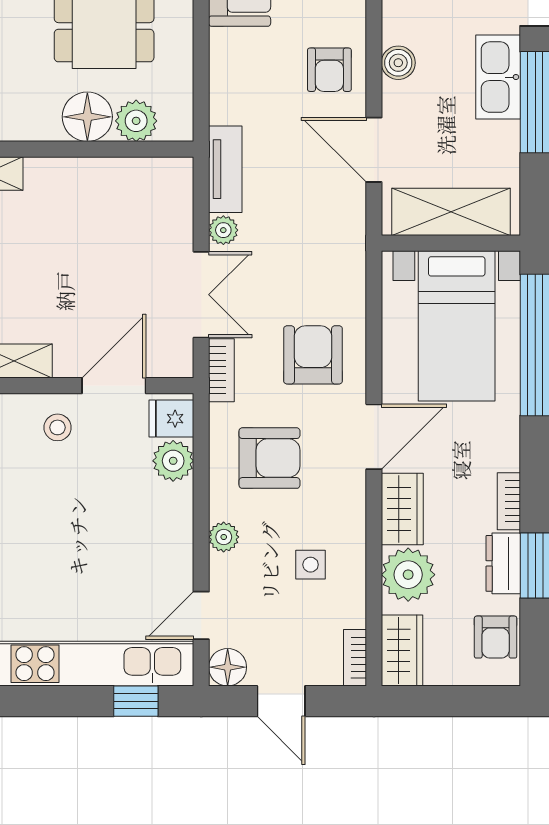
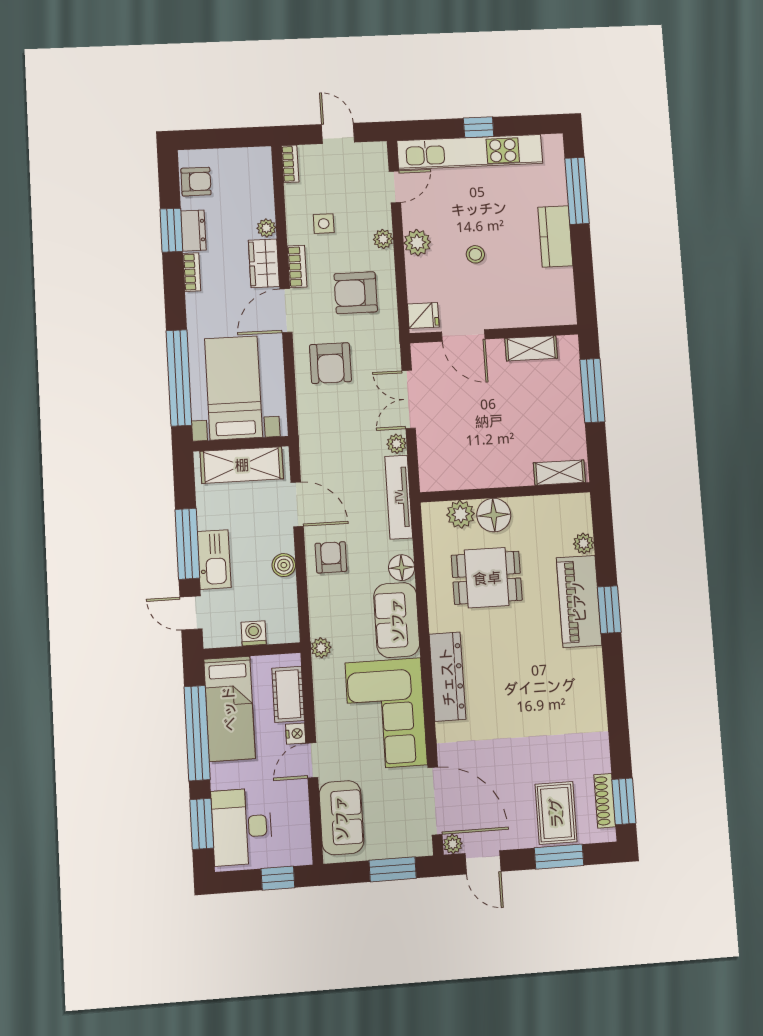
tv unit: (225, 169) -> (399, 497), width x1.41
bookcase: (221, 370) -> (297, 267), moved, turned 180
door: (114, 386) -> (463, 335), hinge flipped
stool: (58, 427) -> (475, 254), moved
plant: (173, 461) -> (417, 243), moved
plant: (408, 575) -> (266, 228), width x0.53, depth x0.53
armchair: (496, 637) -> (196, 182), turned 90
wardrobe: (402, 651) -> (259, 170), removed
floor lamp: (228, 667) -> (402, 568), moved
window: (136, 701) -> (479, 127), moved

